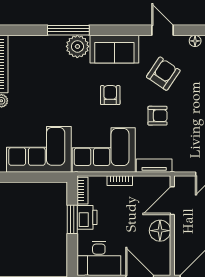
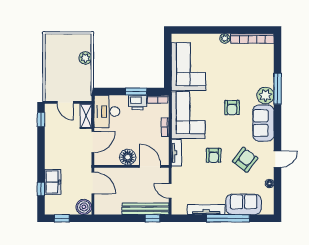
armchair: (163, 74) -> (245, 160), turned -87
armchair: (110, 95) -> (232, 108), moved, turned 90

